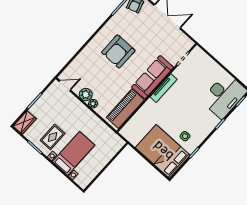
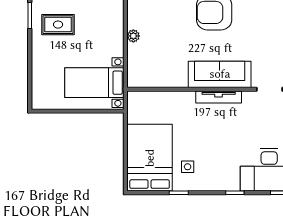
plant: (86, 95) -> (136, 19), removed
piano: (125, 109) -> (159, 75), removed
bed with nightstands: (74, 153) -> (94, 83), moved, turned 180

